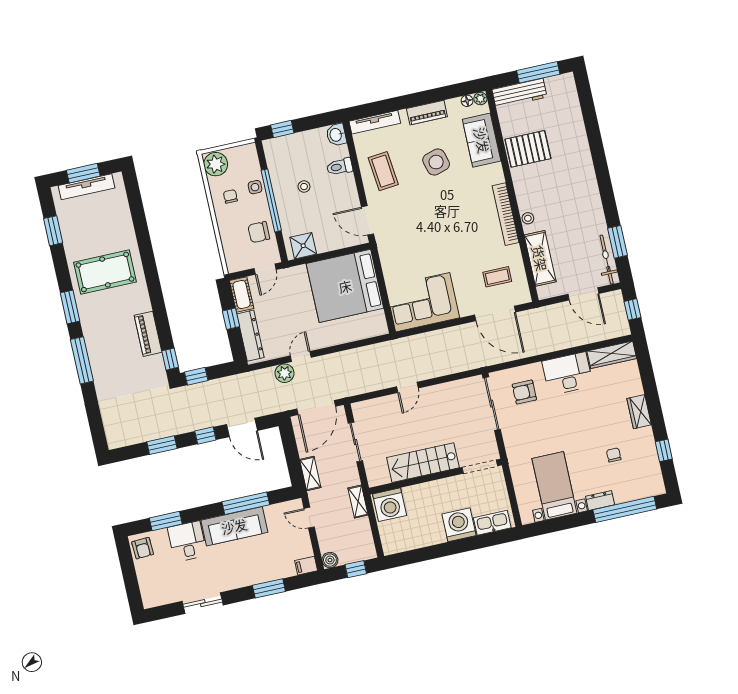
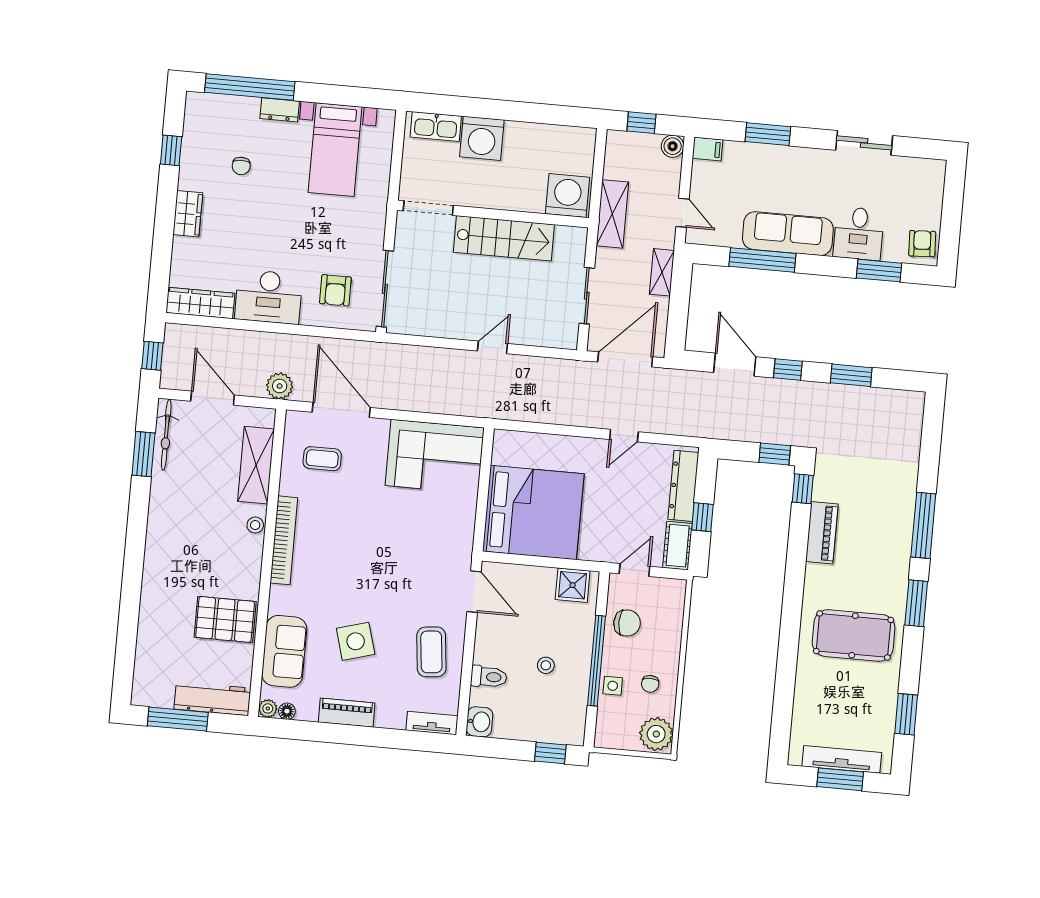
tv unit: (375, 122) -> (432, 723), width x0.71
plant: (285, 373) -> (280, 386), moved
armchair: (524, 392) -> (335, 290), turned 90
shelving: (358, 502) -> (612, 214), width x1.50, depth x1.33

